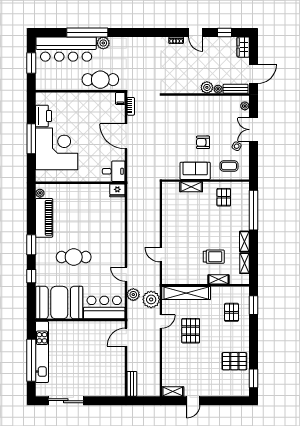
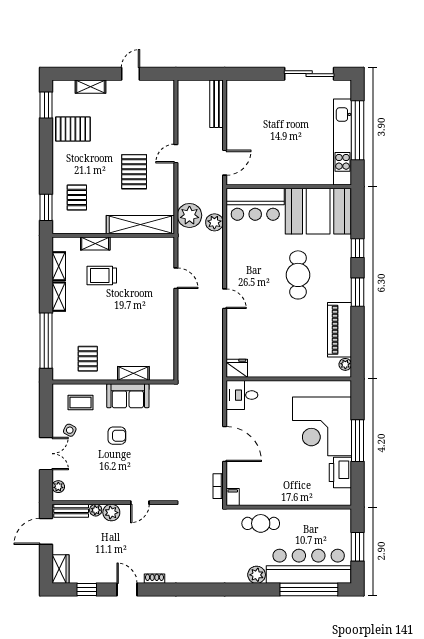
window: (87, 32) -> (309, 590), moved
cafe table: (100, 80) -> (261, 523), width x0.73, depth x0.74
door: (187, 95) -> (140, 503), added
cafe table: (74, 257) -> (298, 275), turned 90
door: (126, 274) -> (225, 299), moved
door: (161, 321) -> (176, 154), moved
bench: (132, 384) -> (216, 104), width x1.36
shelving: (173, 391) -> (90, 87), moved

